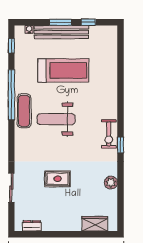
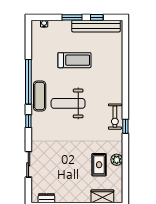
bench: (61, 32) -> (96, 26), moved
window: (11, 46) -> (28, 121), moved
treadmill: (63, 70) -> (74, 60), width x0.73, depth x0.73
rug: (58, 179) -> (99, 165), moved, turned 90

